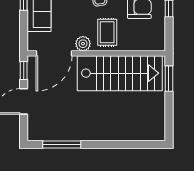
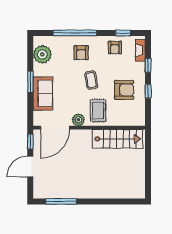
stairs: (120, 73) -> (117, 139), width x0.73, depth x0.66
window: (169, 79) -> (148, 148), removed

